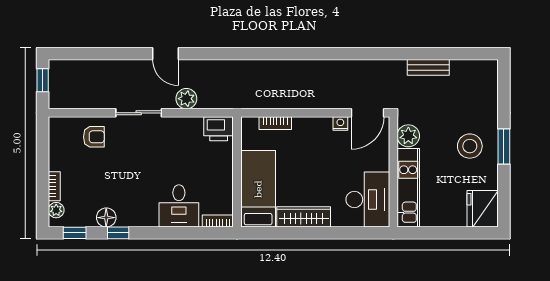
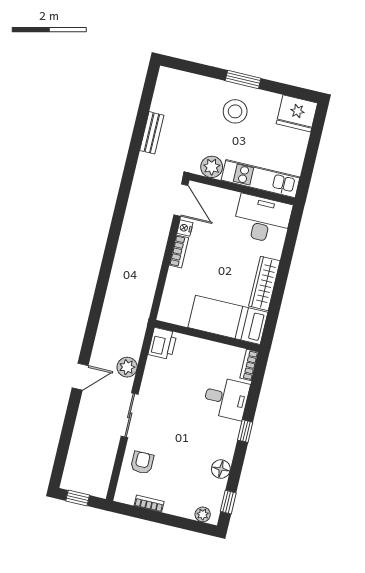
bookcase: (275, 123) -> (179, 251), moved
bookcase: (54, 186) -> (149, 504), moved
window: (118, 233) -> (245, 431), moved

